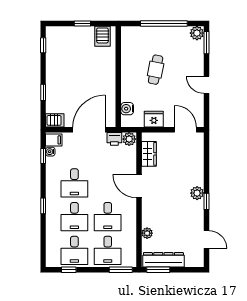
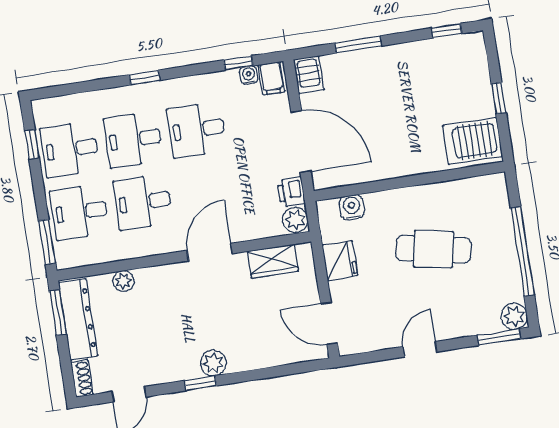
server rack: (102, 36) -> (472, 141), width x1.36, depth x1.44
cafe table: (156, 70) -> (433, 249), width x1.37, depth x1.35
window: (43, 92) -> (358, 44), width x1.50
door: (186, 130) -> (329, 323), swing flipped
shoe rack: (194, 263) -> (82, 379), added

